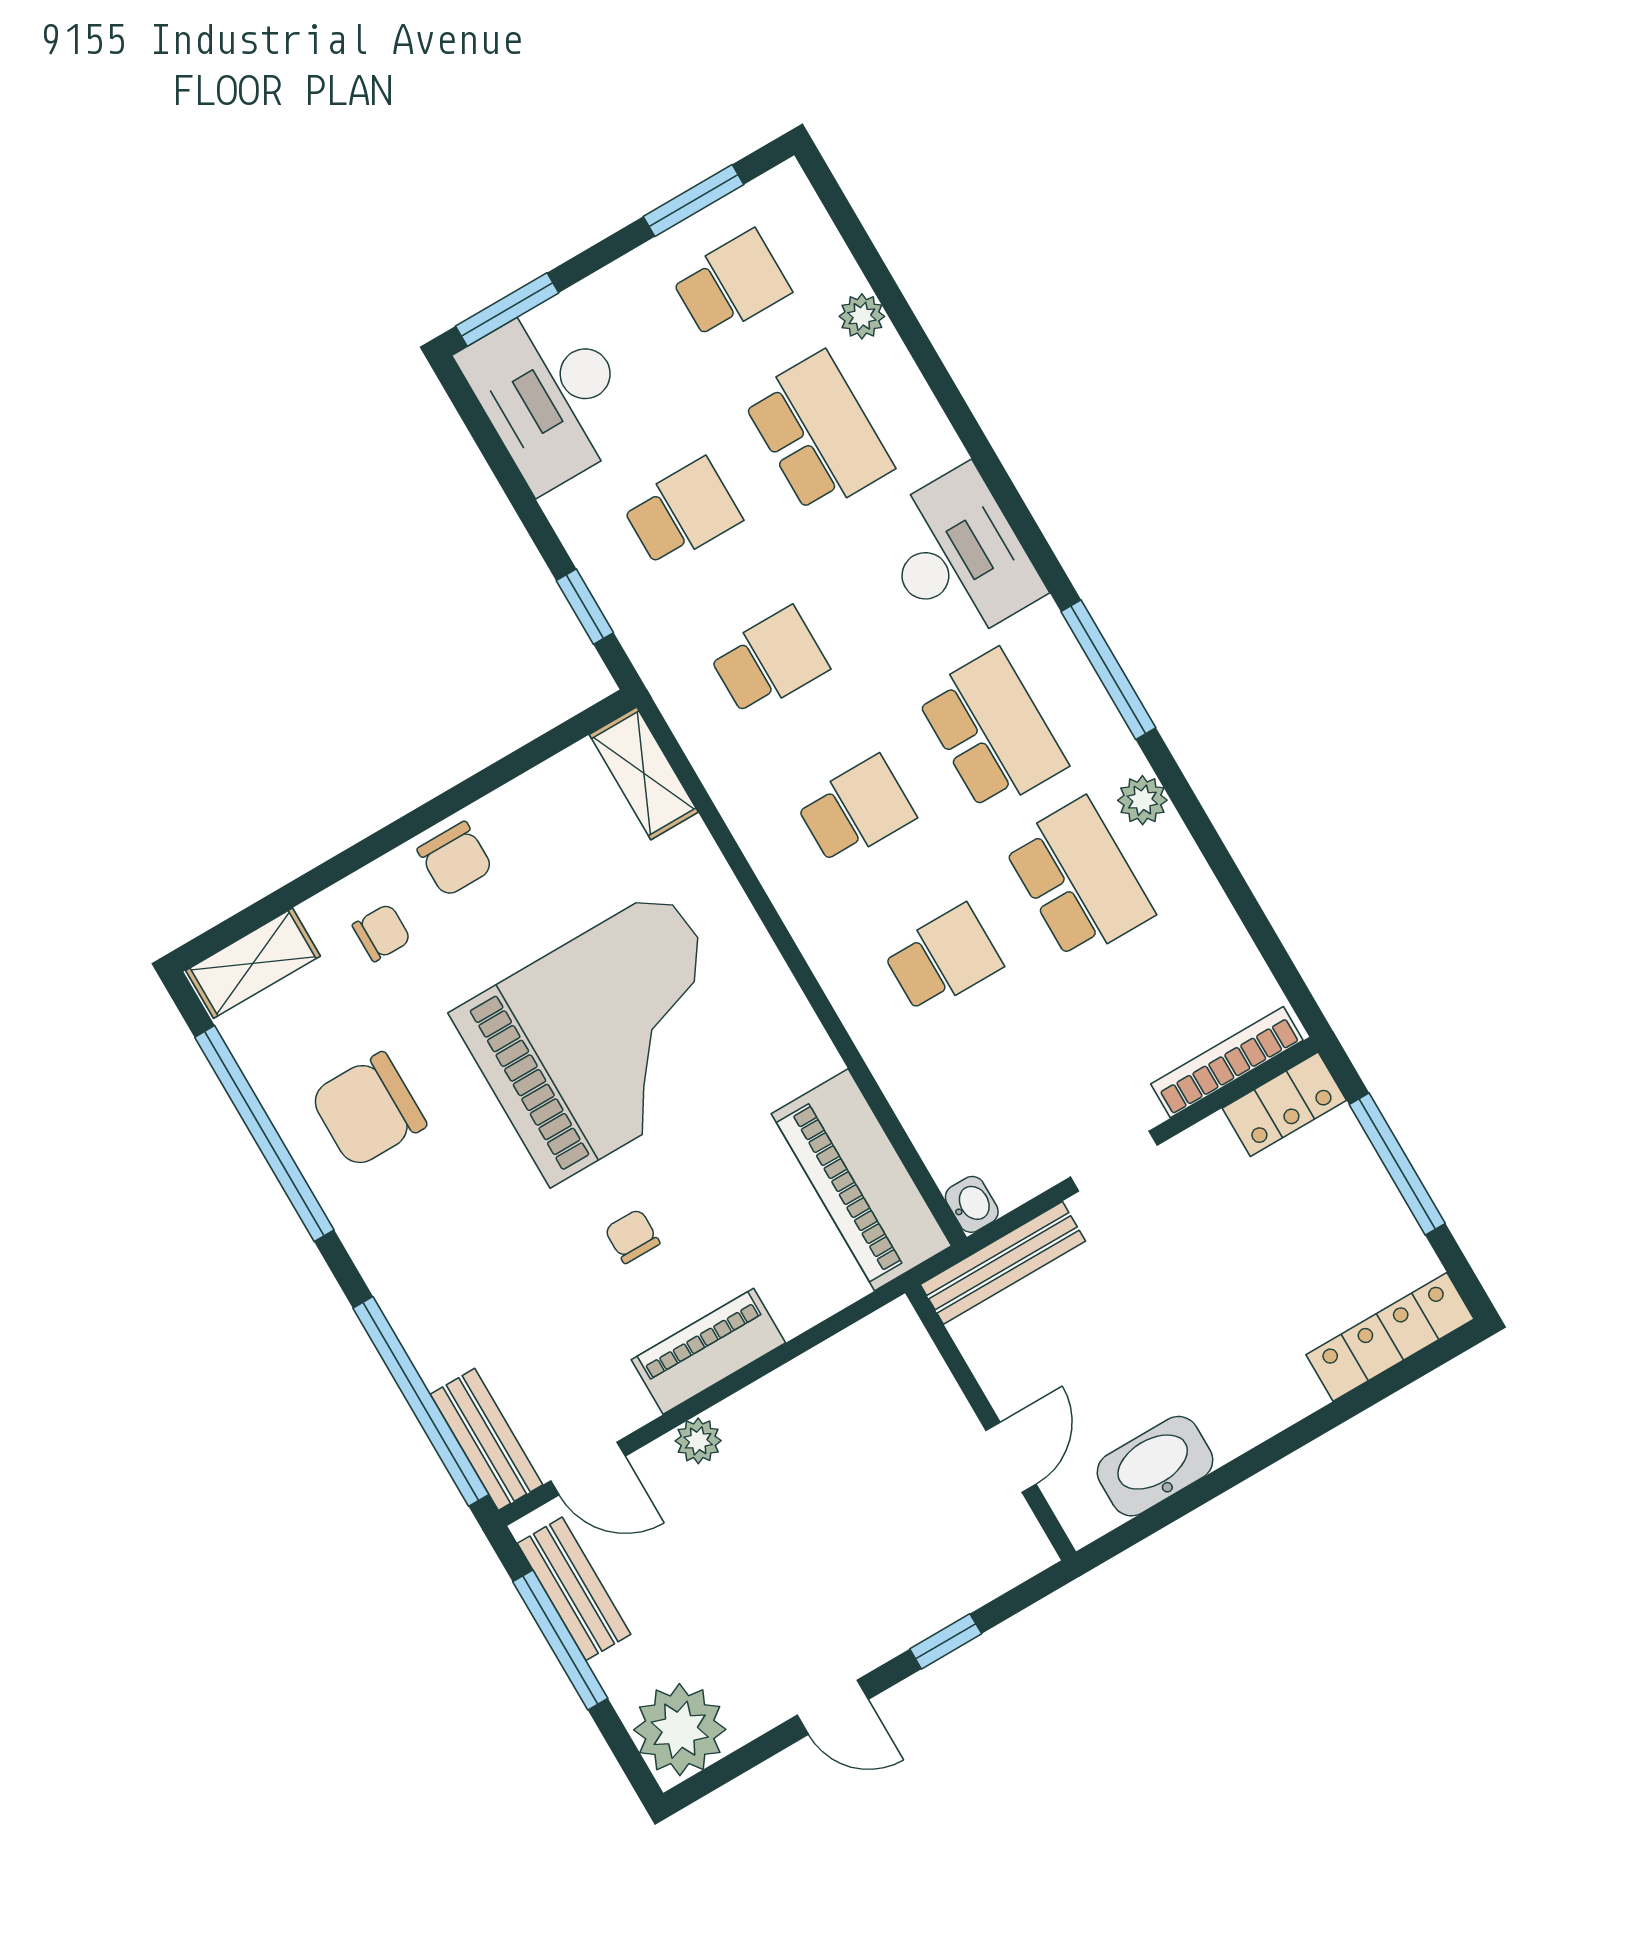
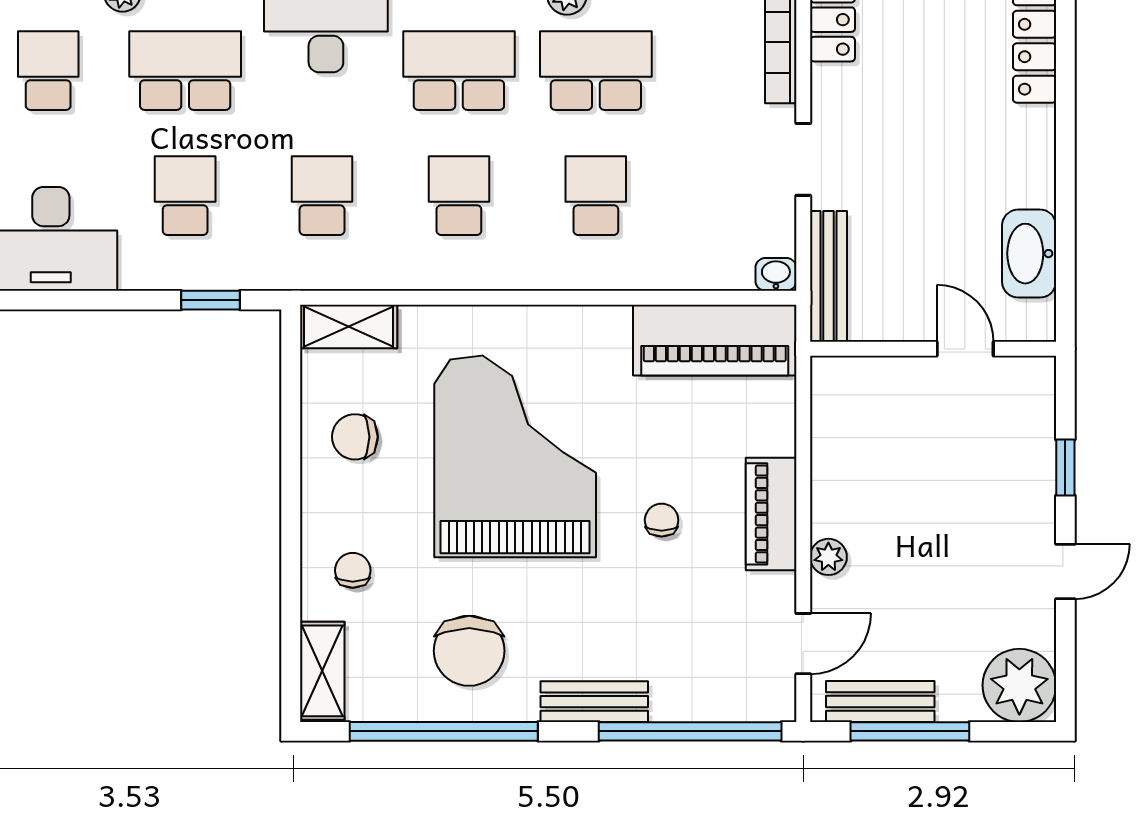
chair: (455, 859) -> (355, 437), moved, turned 180
chair: (632, 1236) -> (662, 520), turned 90
bench: (486, 1439) -> (594, 702), moved

